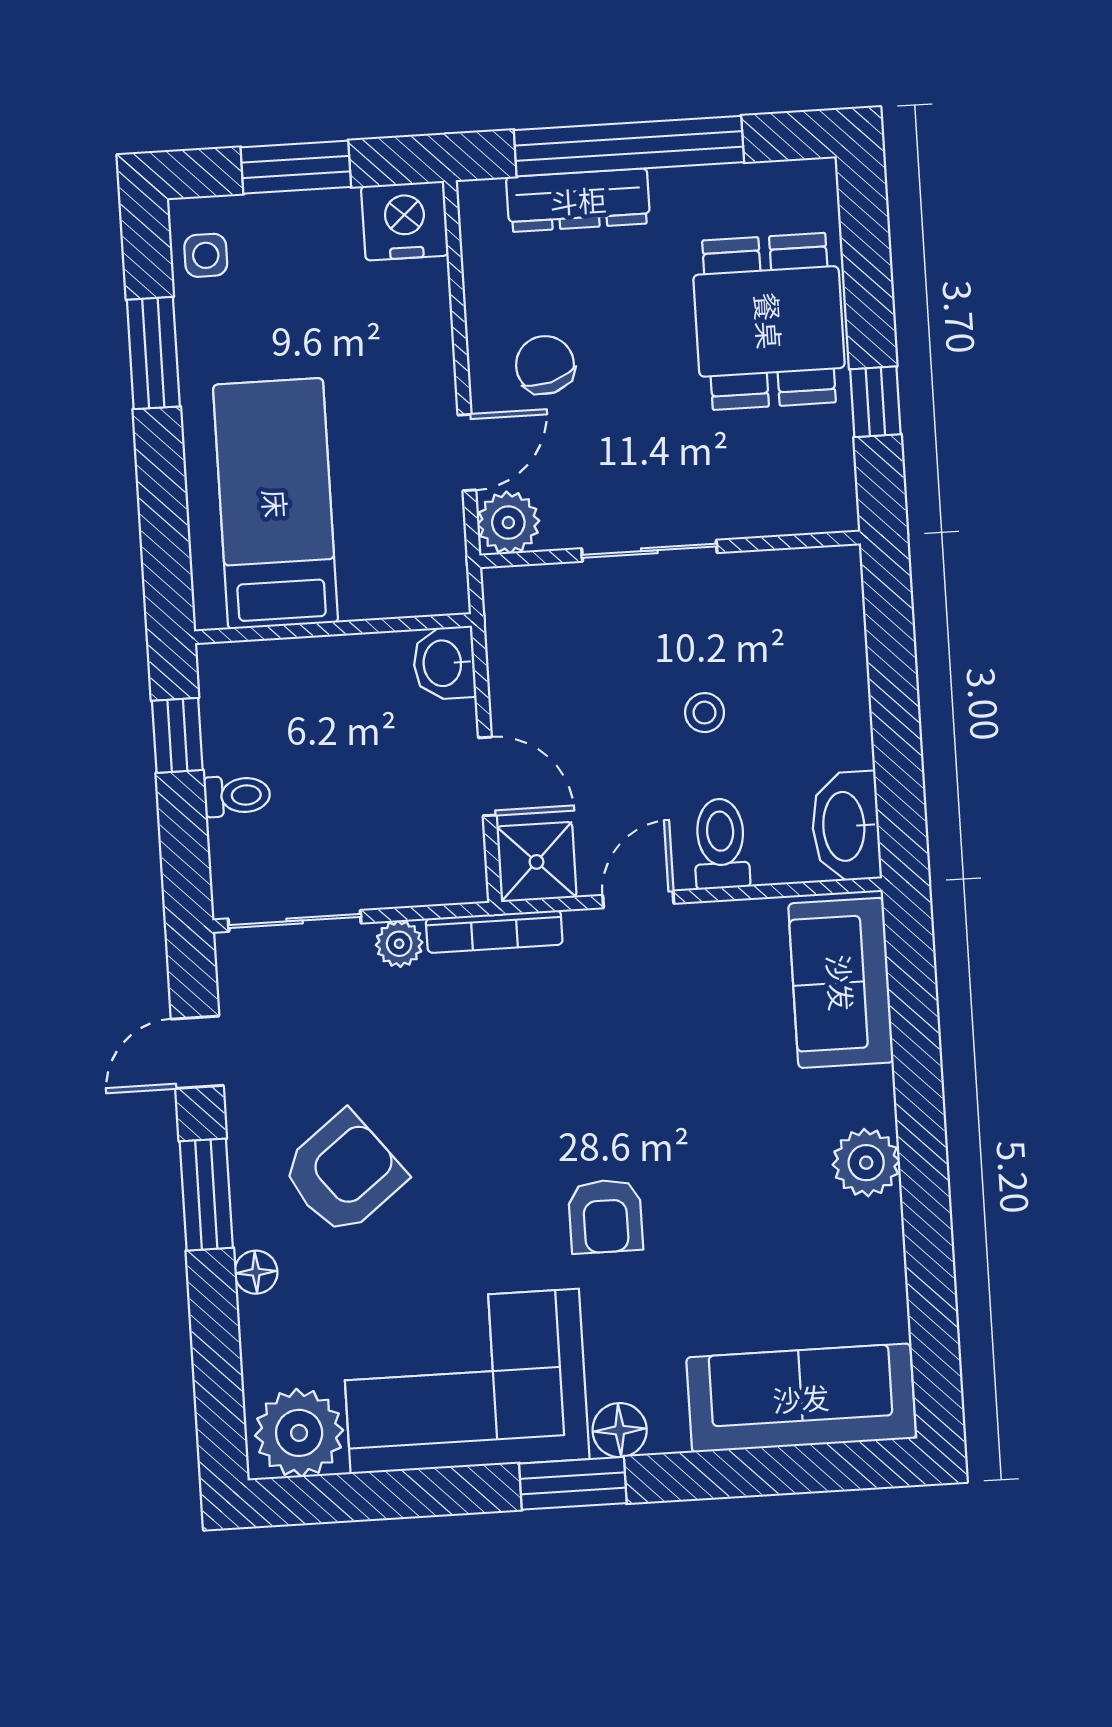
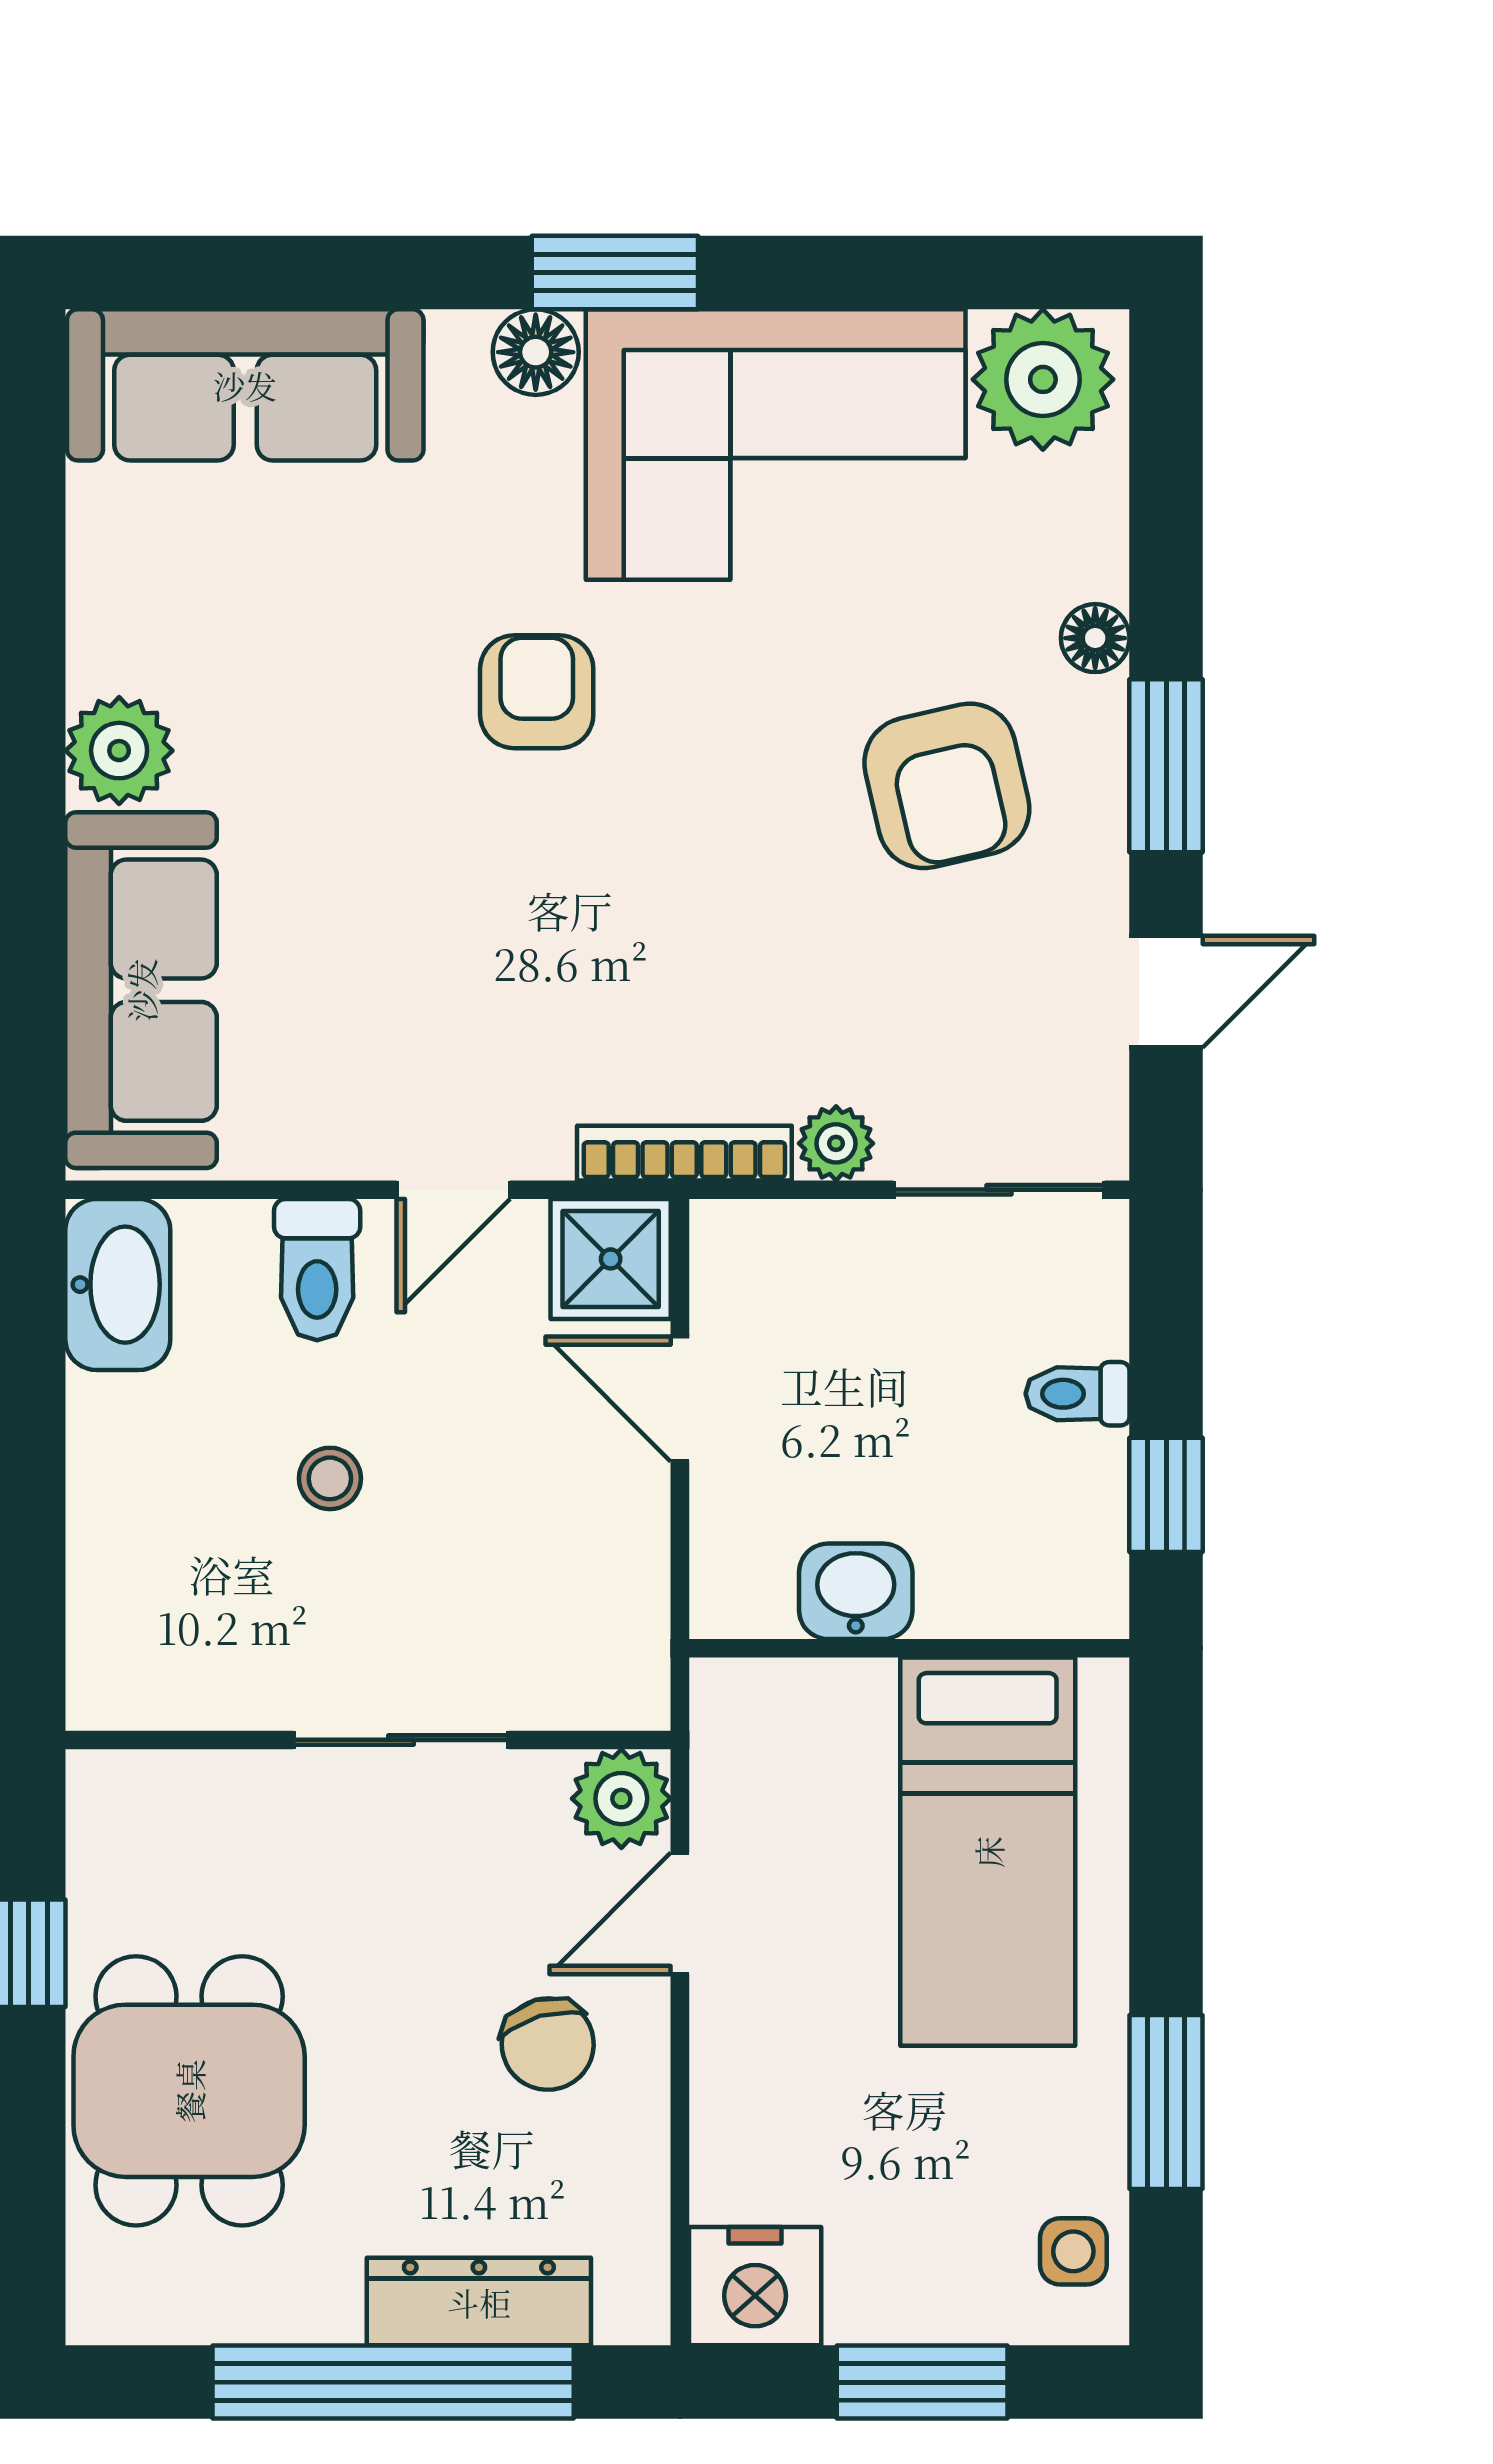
washbasin: (444, 663) -> (856, 1591), moved, turned -90
sofa: (841, 983) -> (141, 990), width x1.36
armchair: (343, 1173) -> (947, 786), turned -65

